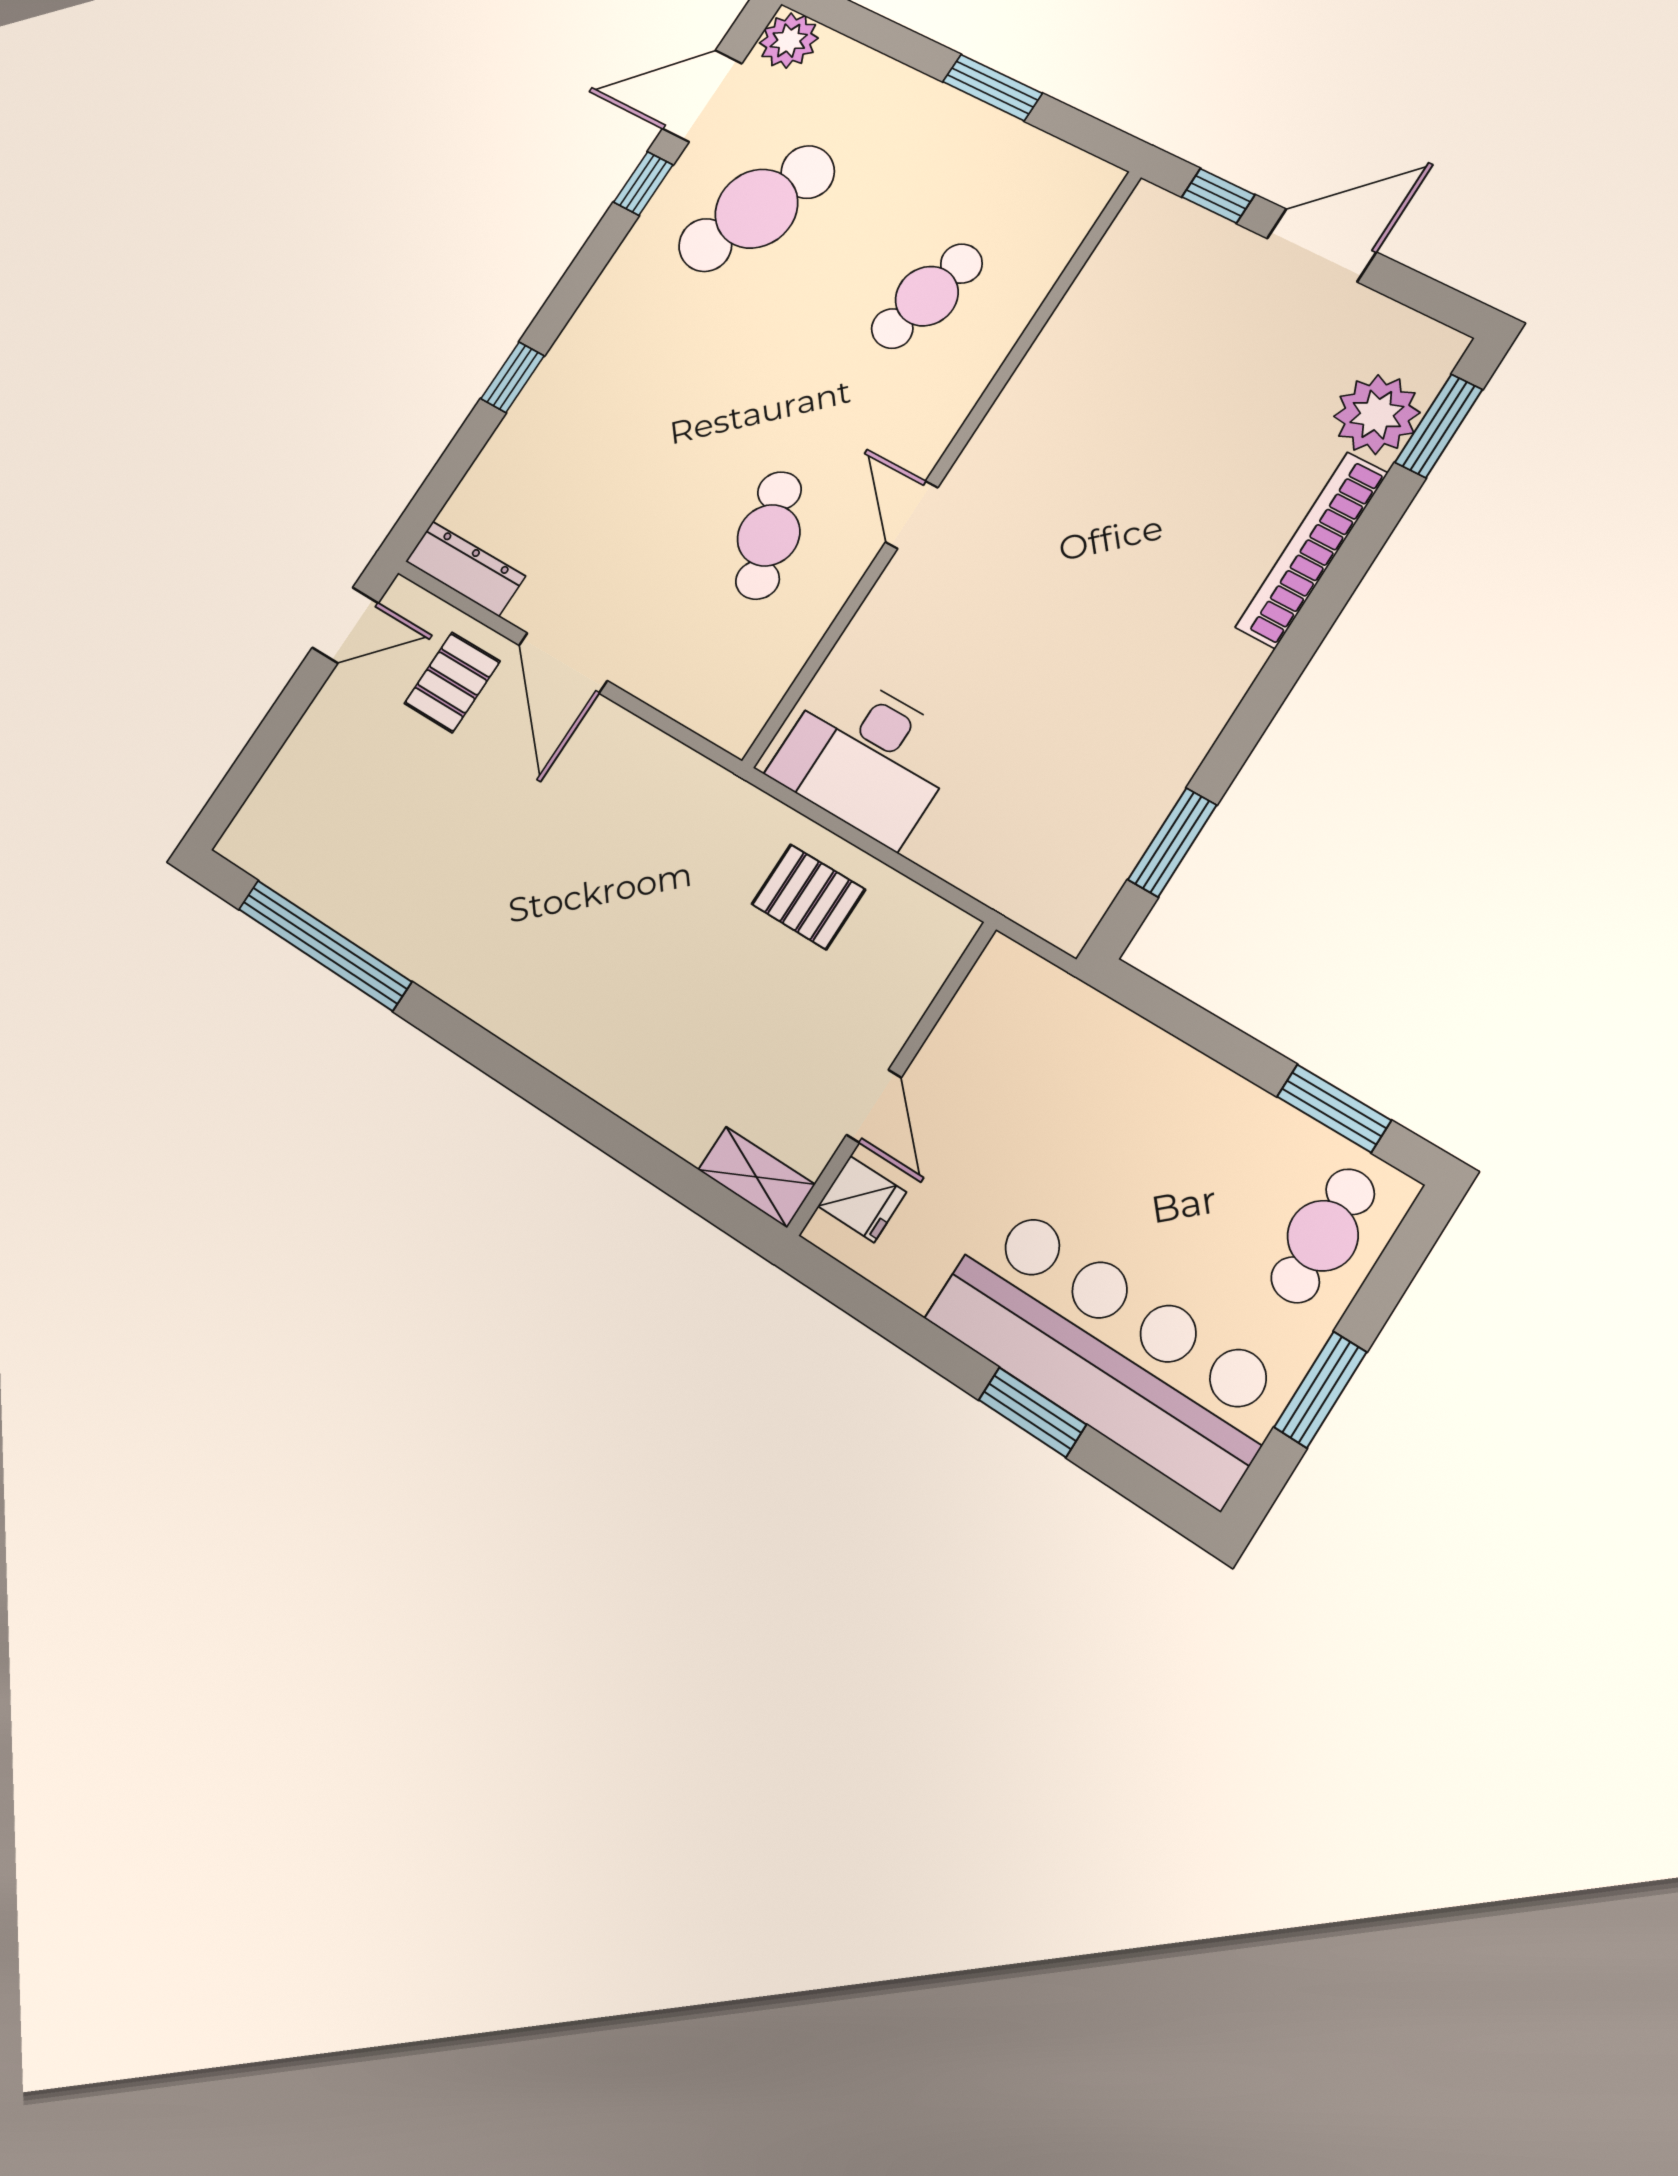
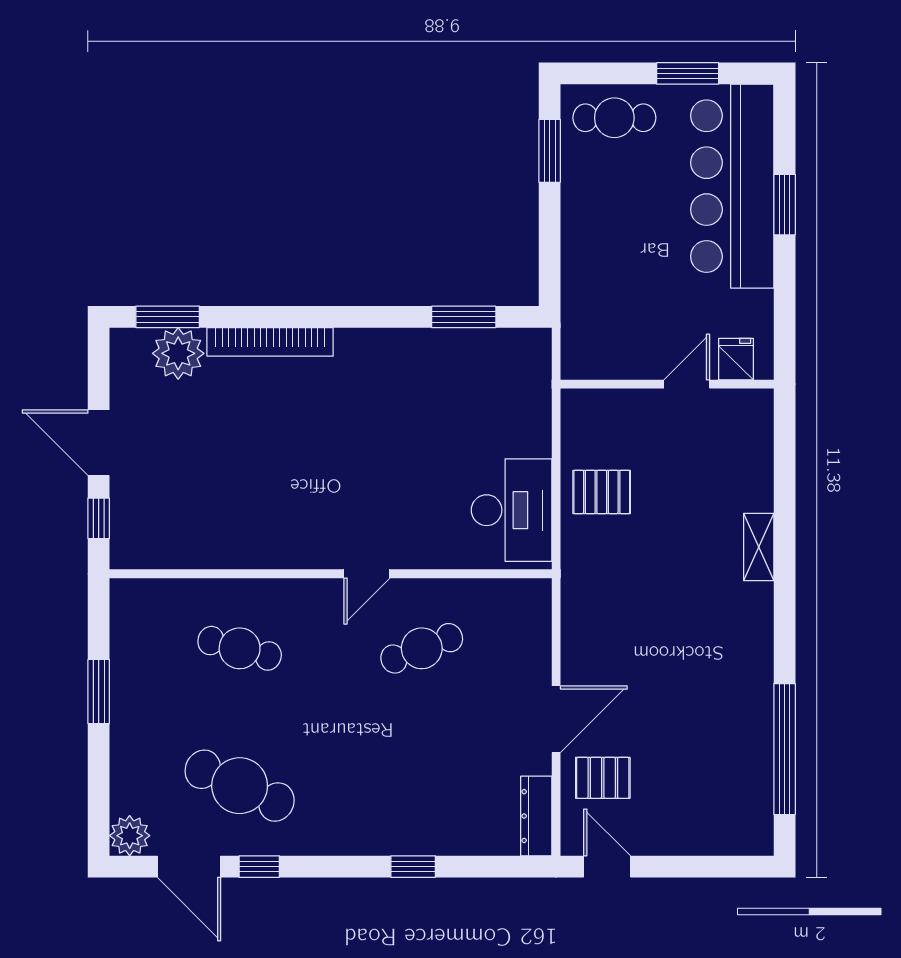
pallet: (808, 897) -> (602, 492), turned 90
shelving: (756, 1177) -> (759, 547), moved

